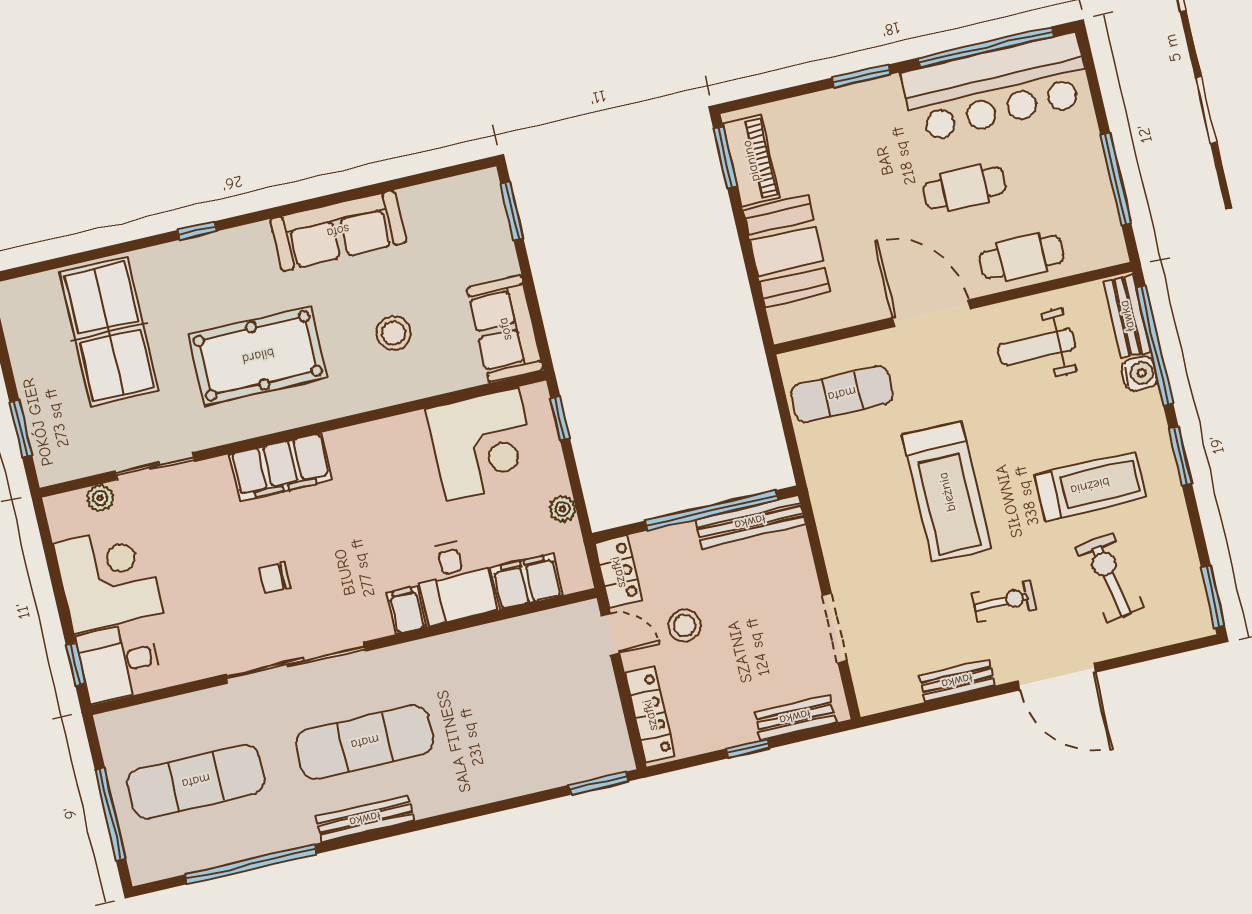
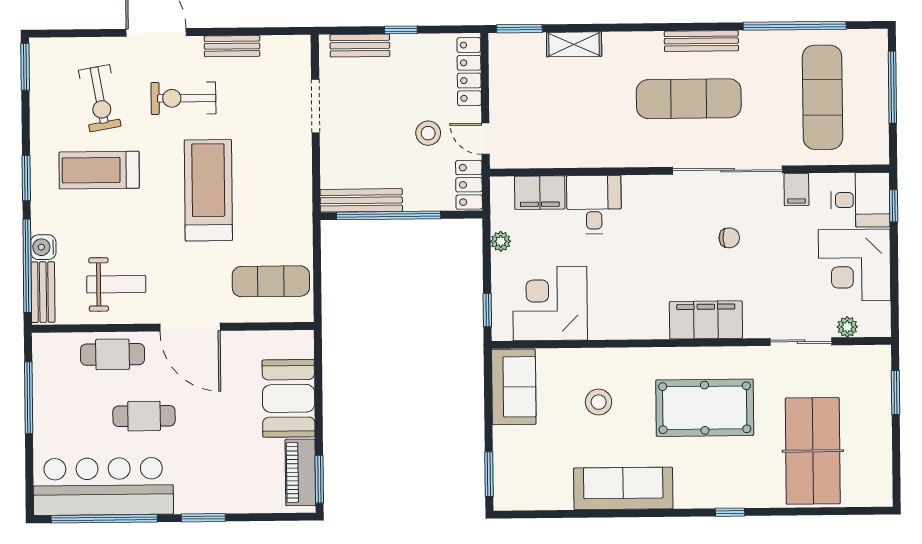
exercise bike: (1004, 601) -> (183, 98), width x1.38, depth x1.39
filing cabinet: (406, 610) -> (796, 190), moved
shelving: (525, 779) -> (574, 44), added
exercise mat: (196, 781) -> (822, 97), turned 90

